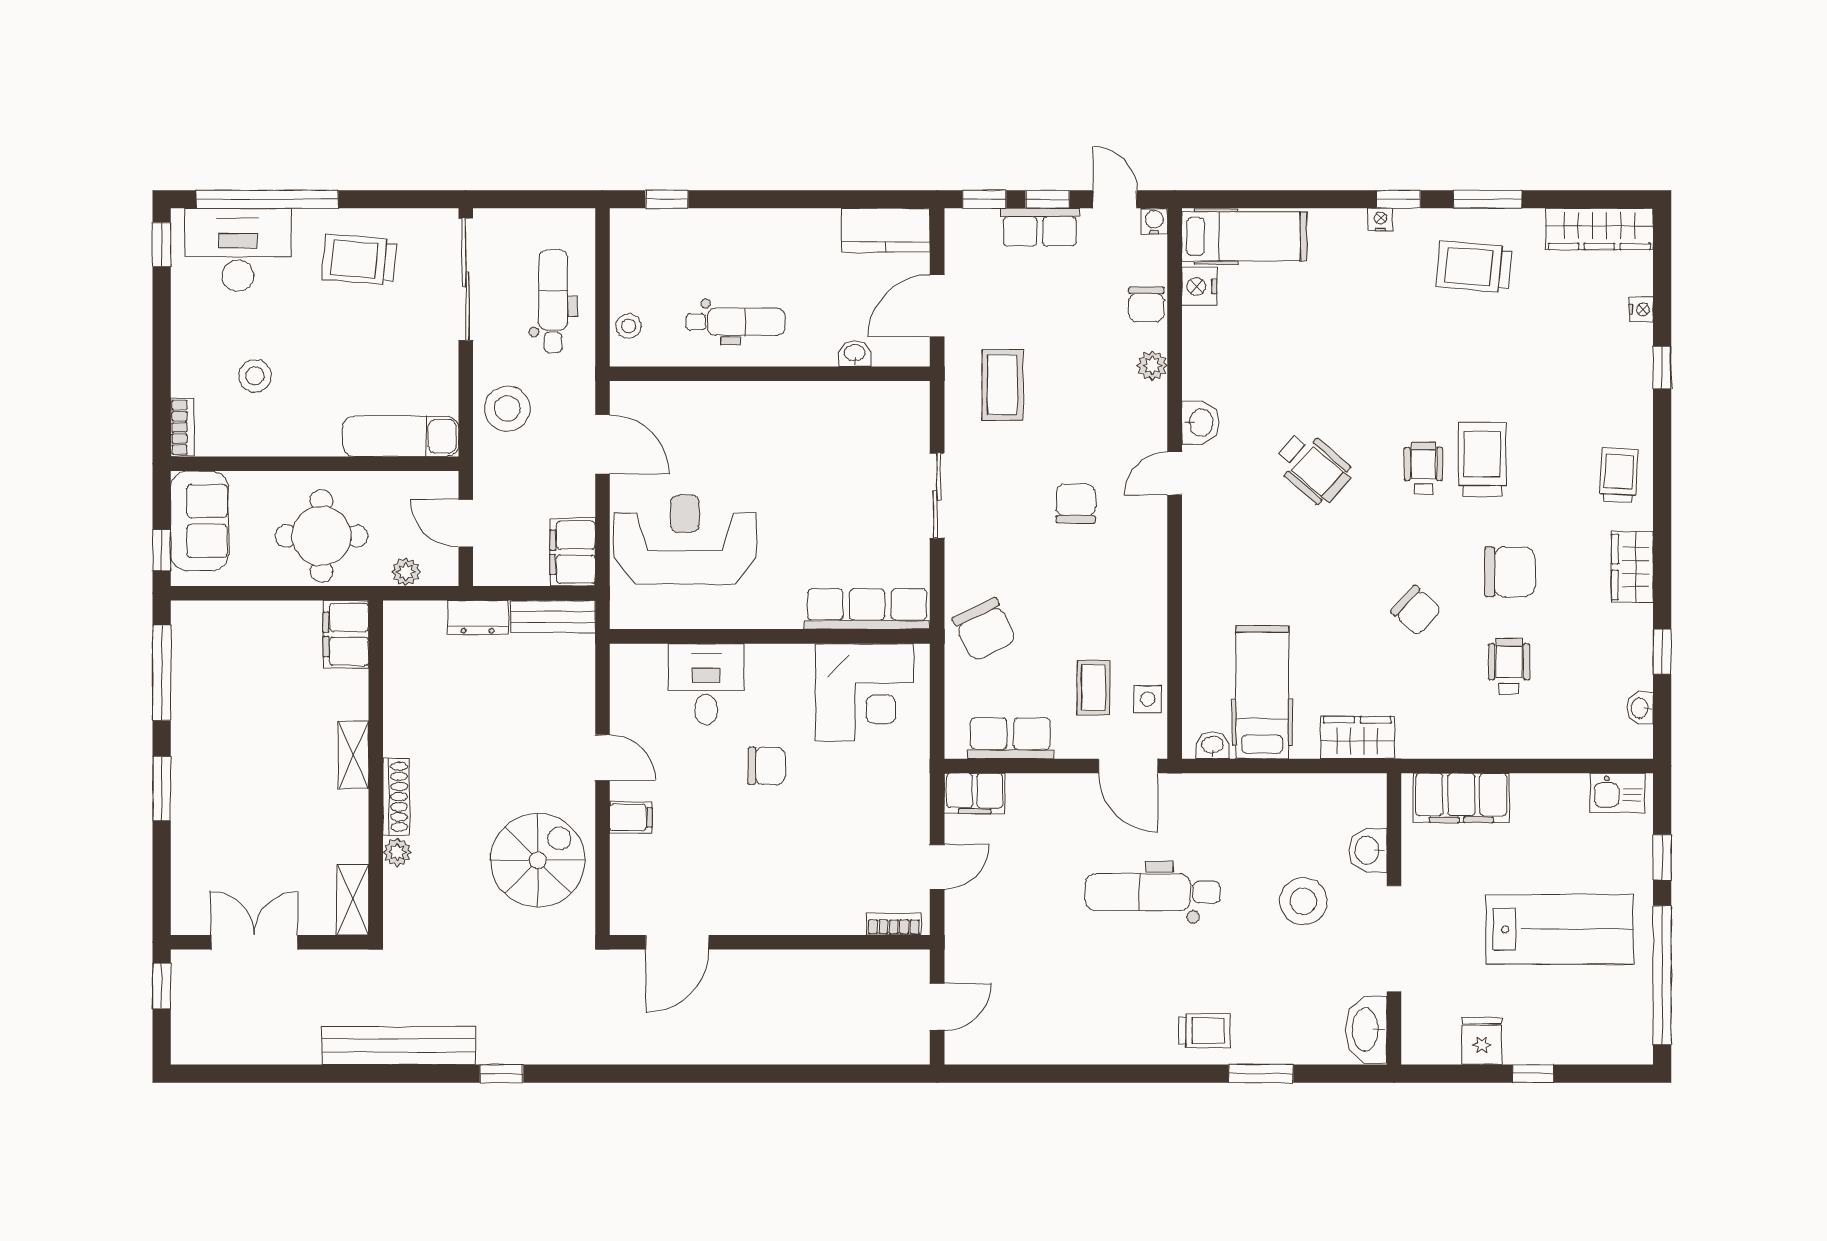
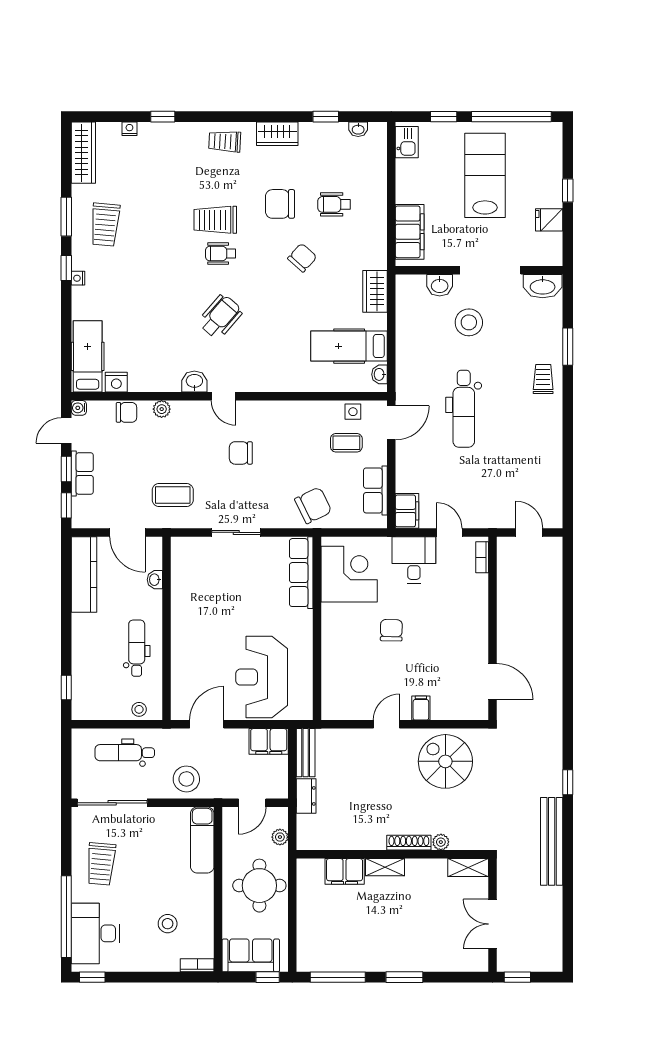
kitchen counter: (886, 230) -> (84, 574), width x1.50
chair: (1510, 572) -> (280, 204), turned -90
filing cabinet: (346, 634) -> (345, 871), moved
desk: (706, 684) -> (414, 560), moved, turned 90

